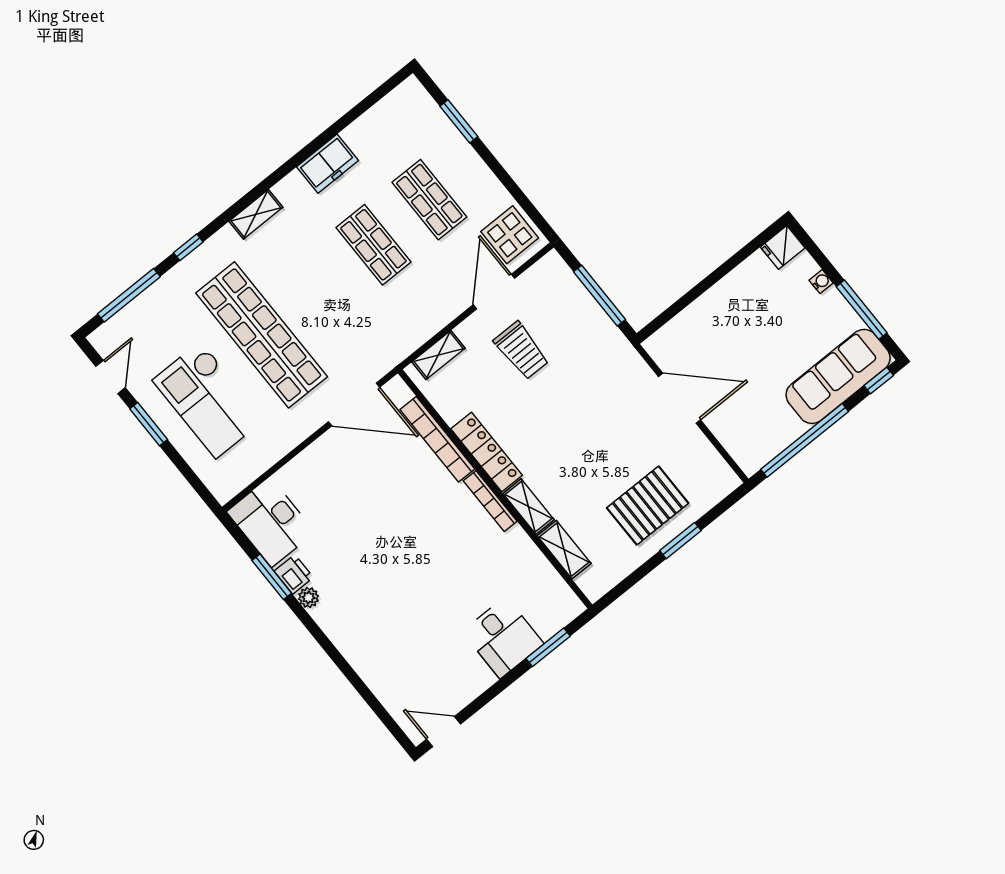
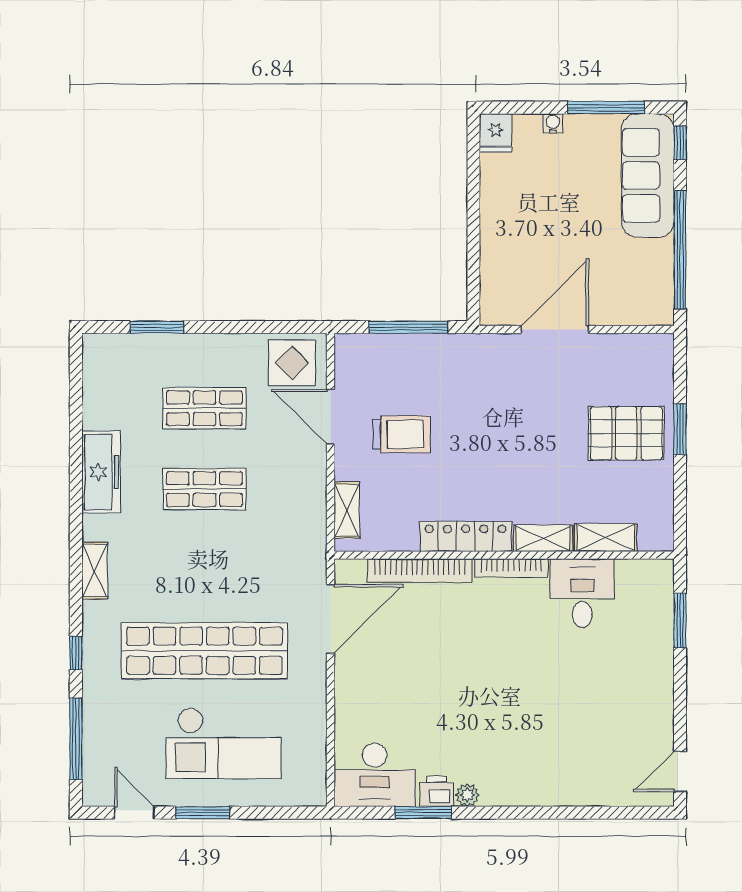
freezer: (328, 164) -> (101, 472), width x1.40
pallet: (648, 506) -> (626, 433), turned 90
desk: (503, 637) -> (582, 593), moved, turned -90

